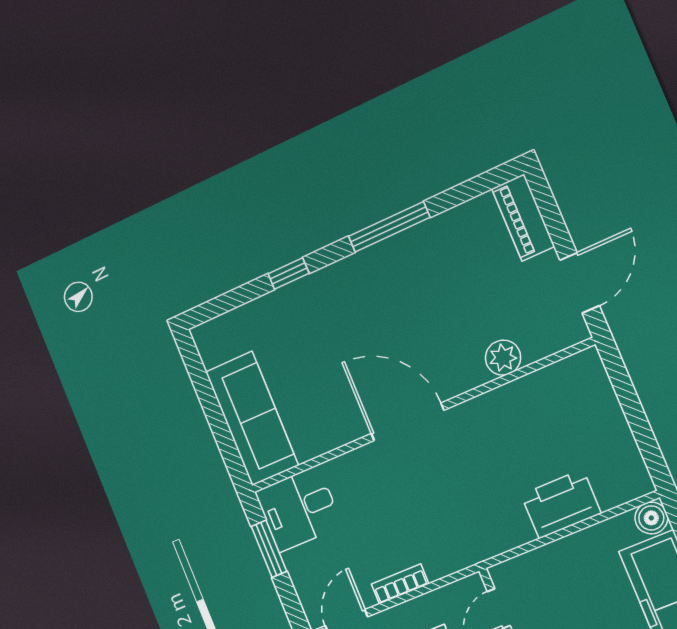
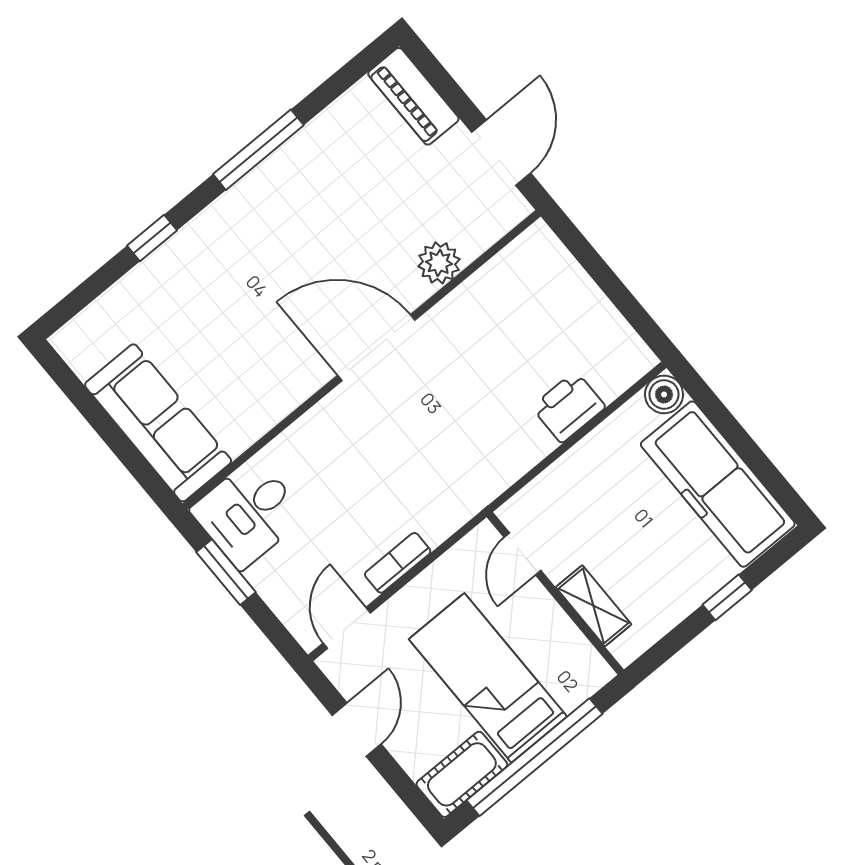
door: (407, 422) -> (376, 348), moved
printer: (561, 504) -> (569, 407), width x0.73, depth x0.84

